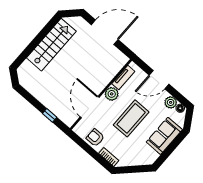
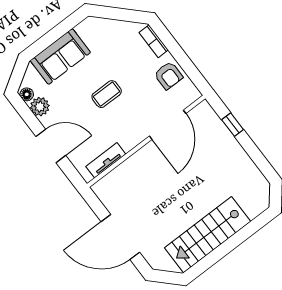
plant: (112, 94) -> (129, 139), removed
coffee table: (131, 118) -> (107, 94), width x0.54, depth x0.58

